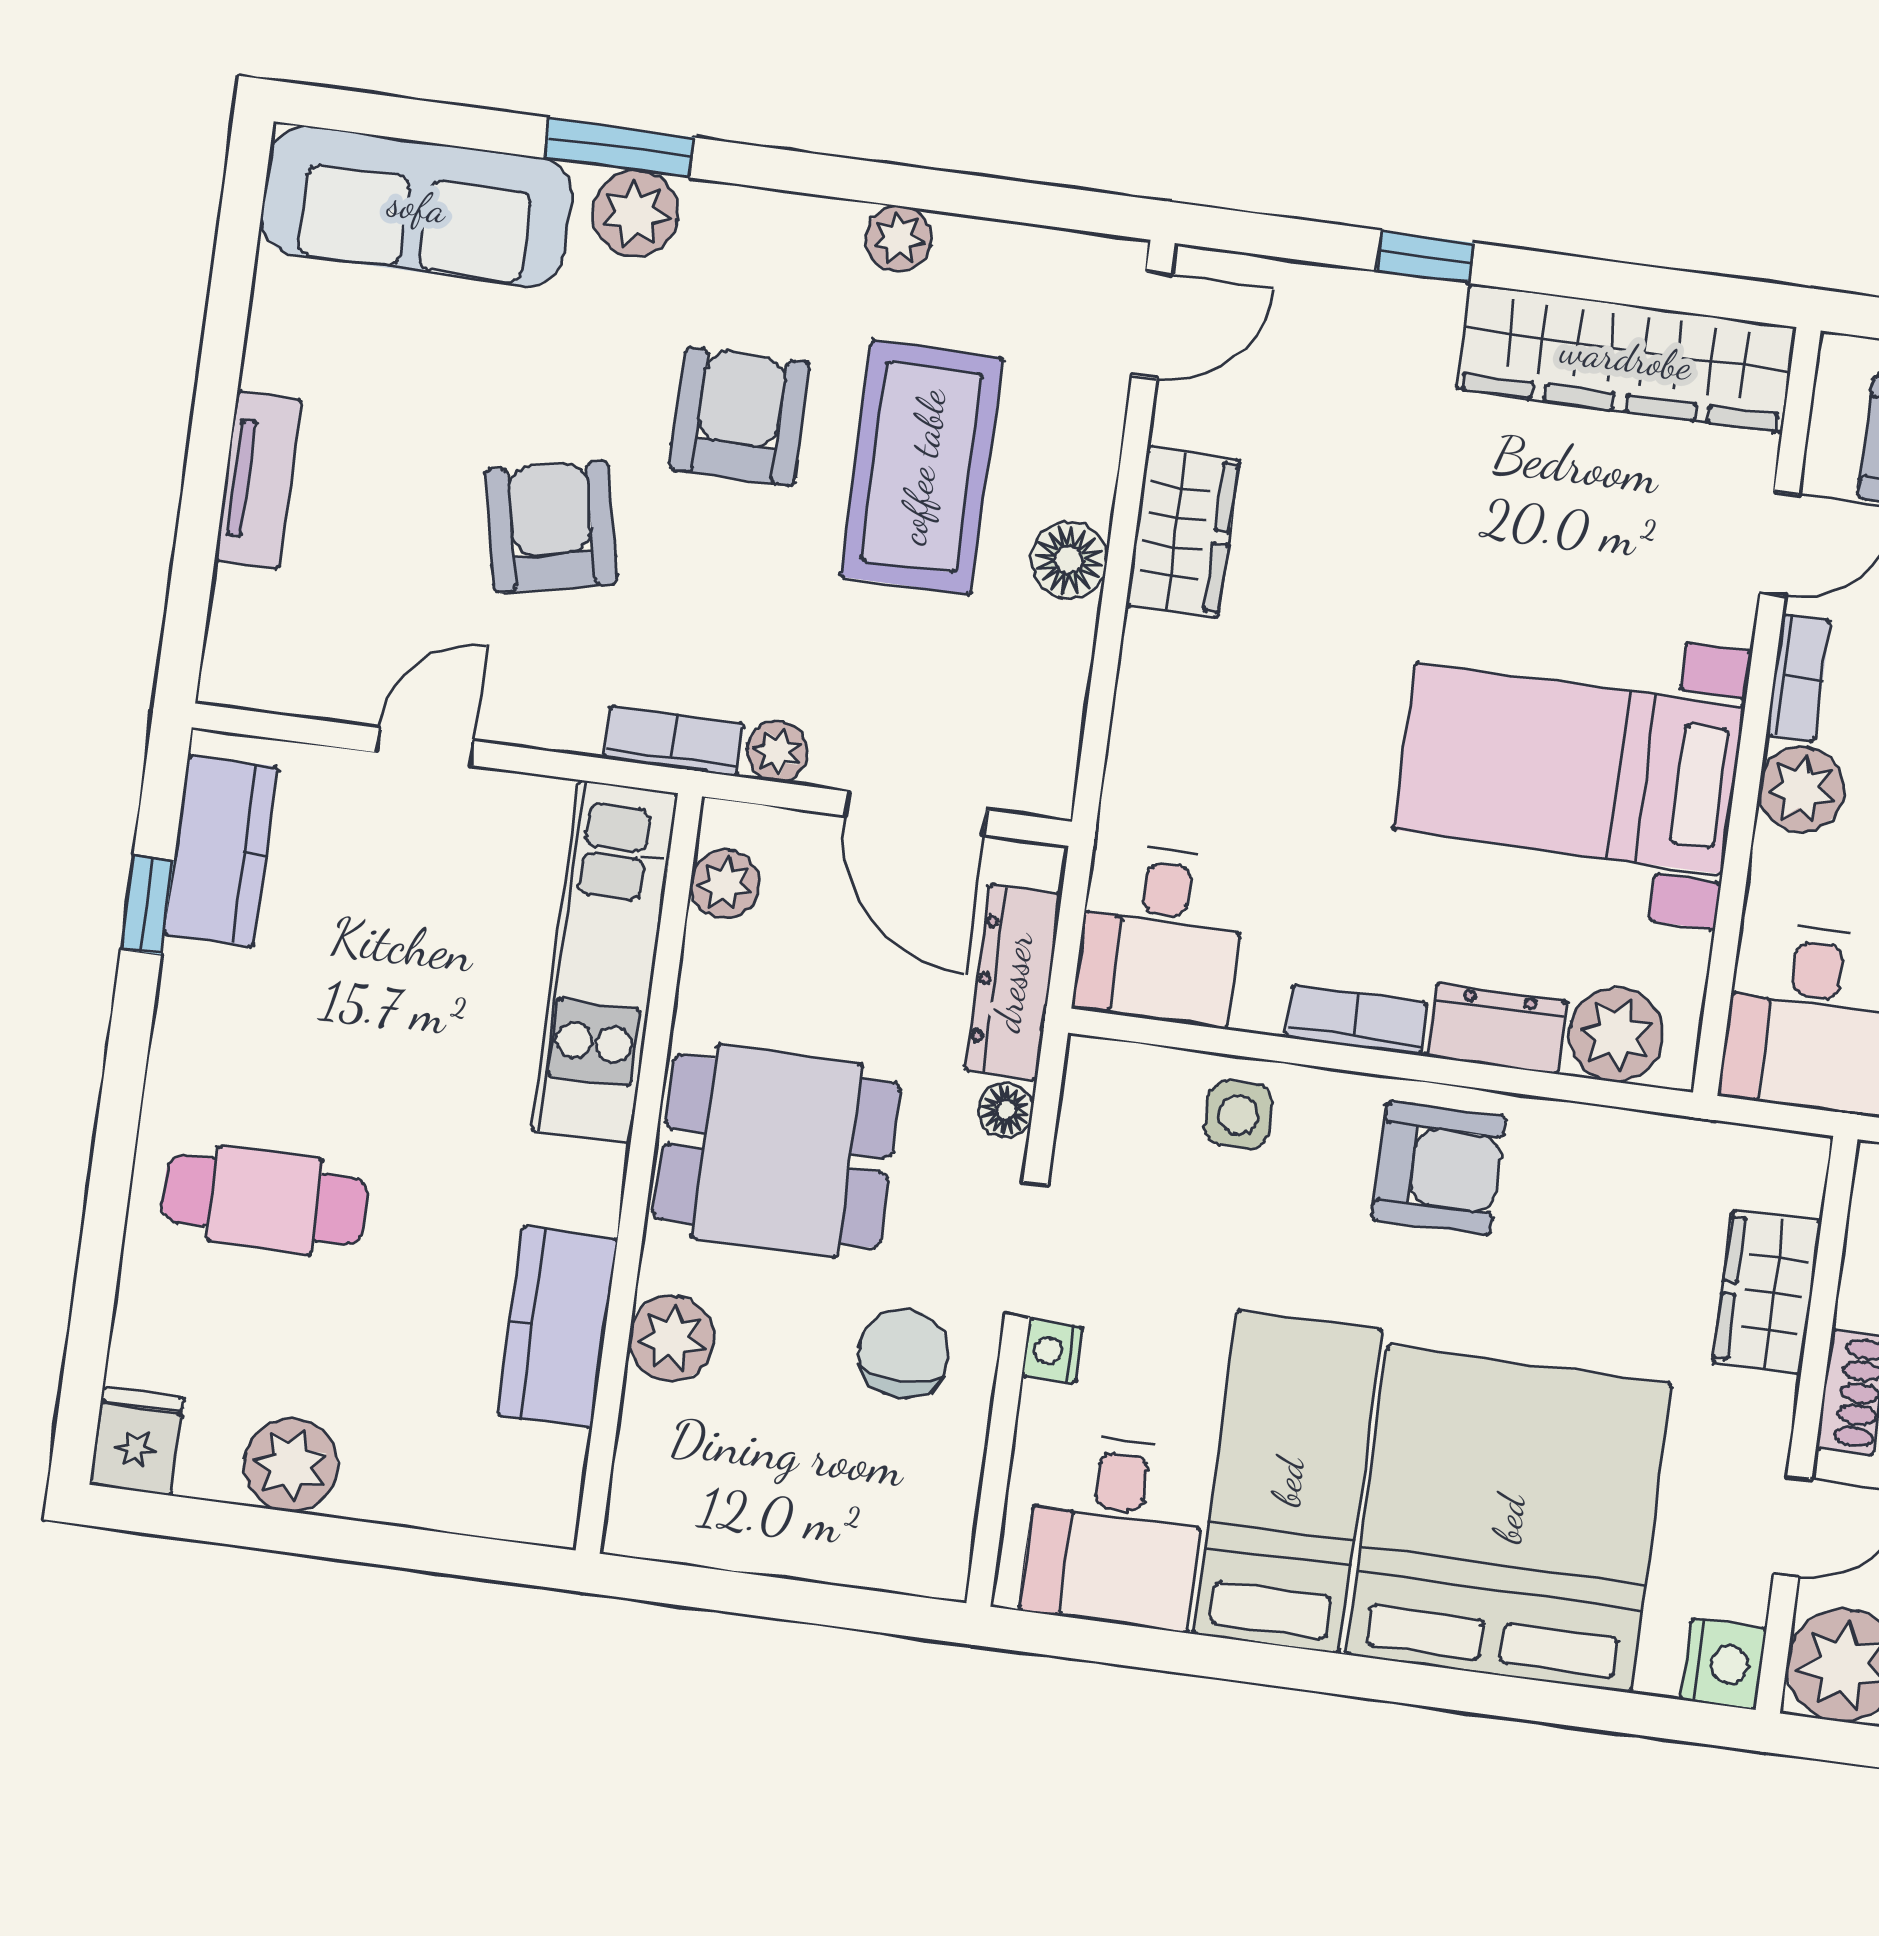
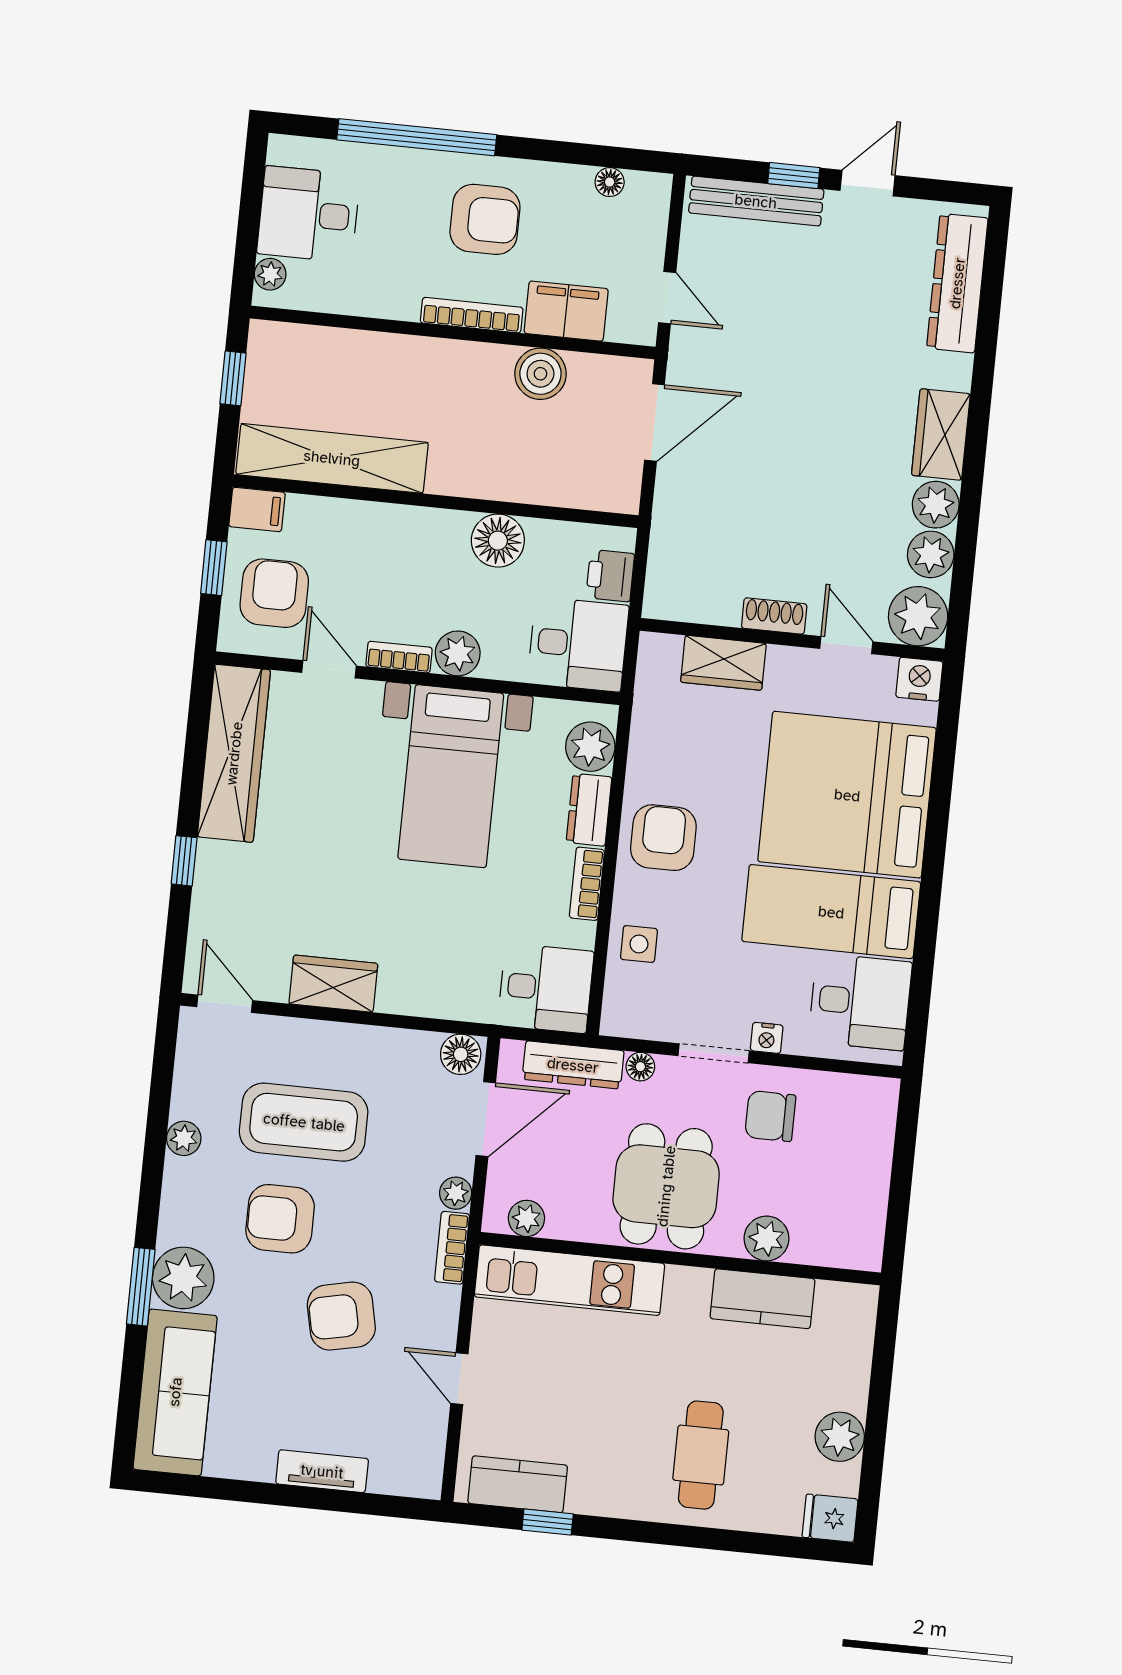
plant: (636, 213) -> (183, 1278), width x1.36, depth x1.36
floor lamp: (1069, 560) -> (461, 1054), moved

